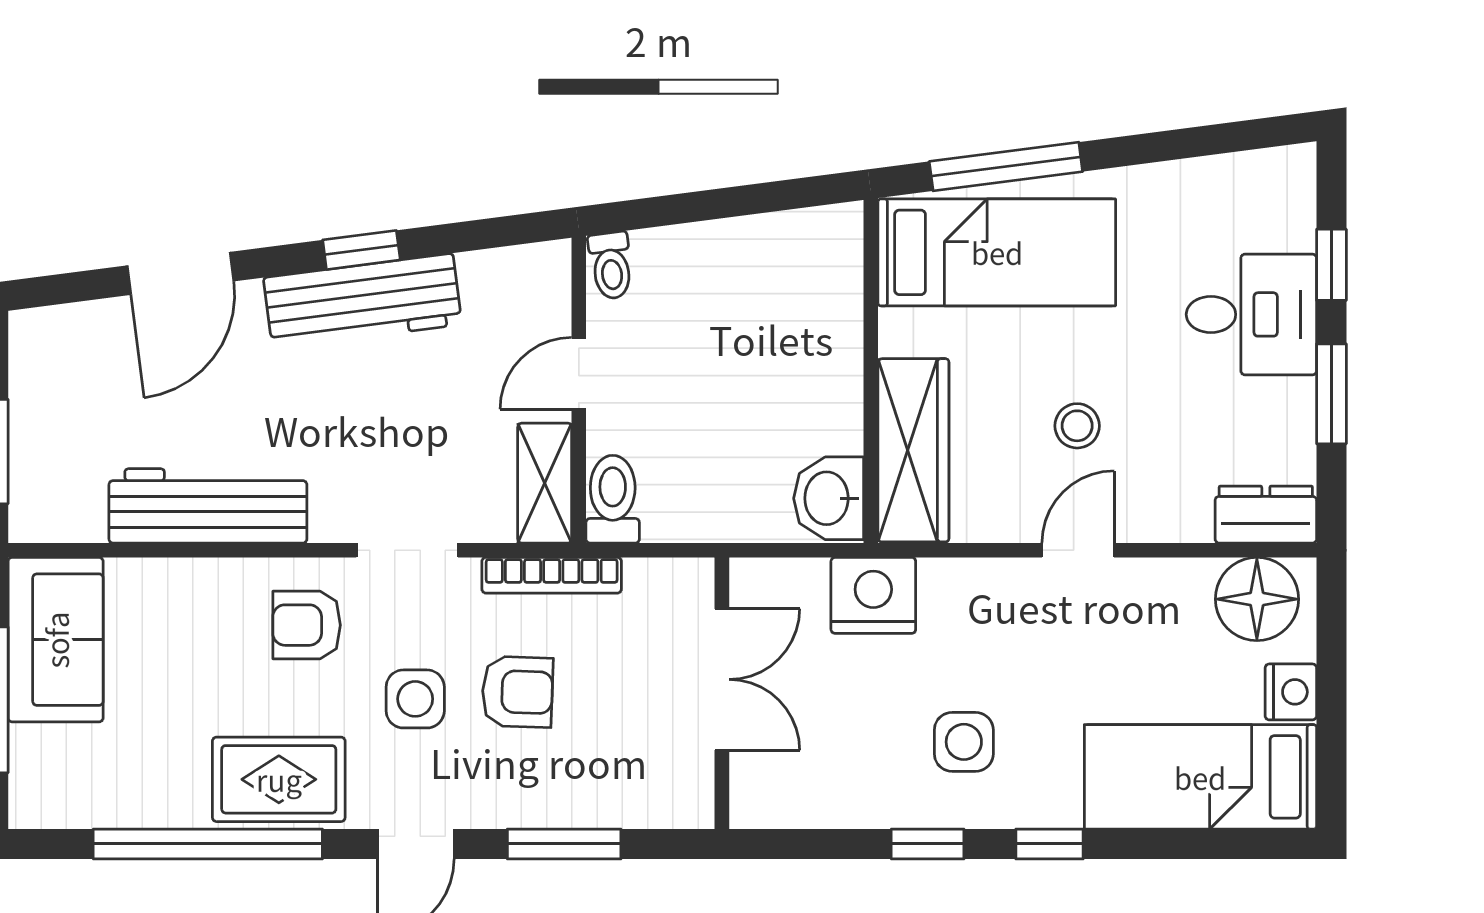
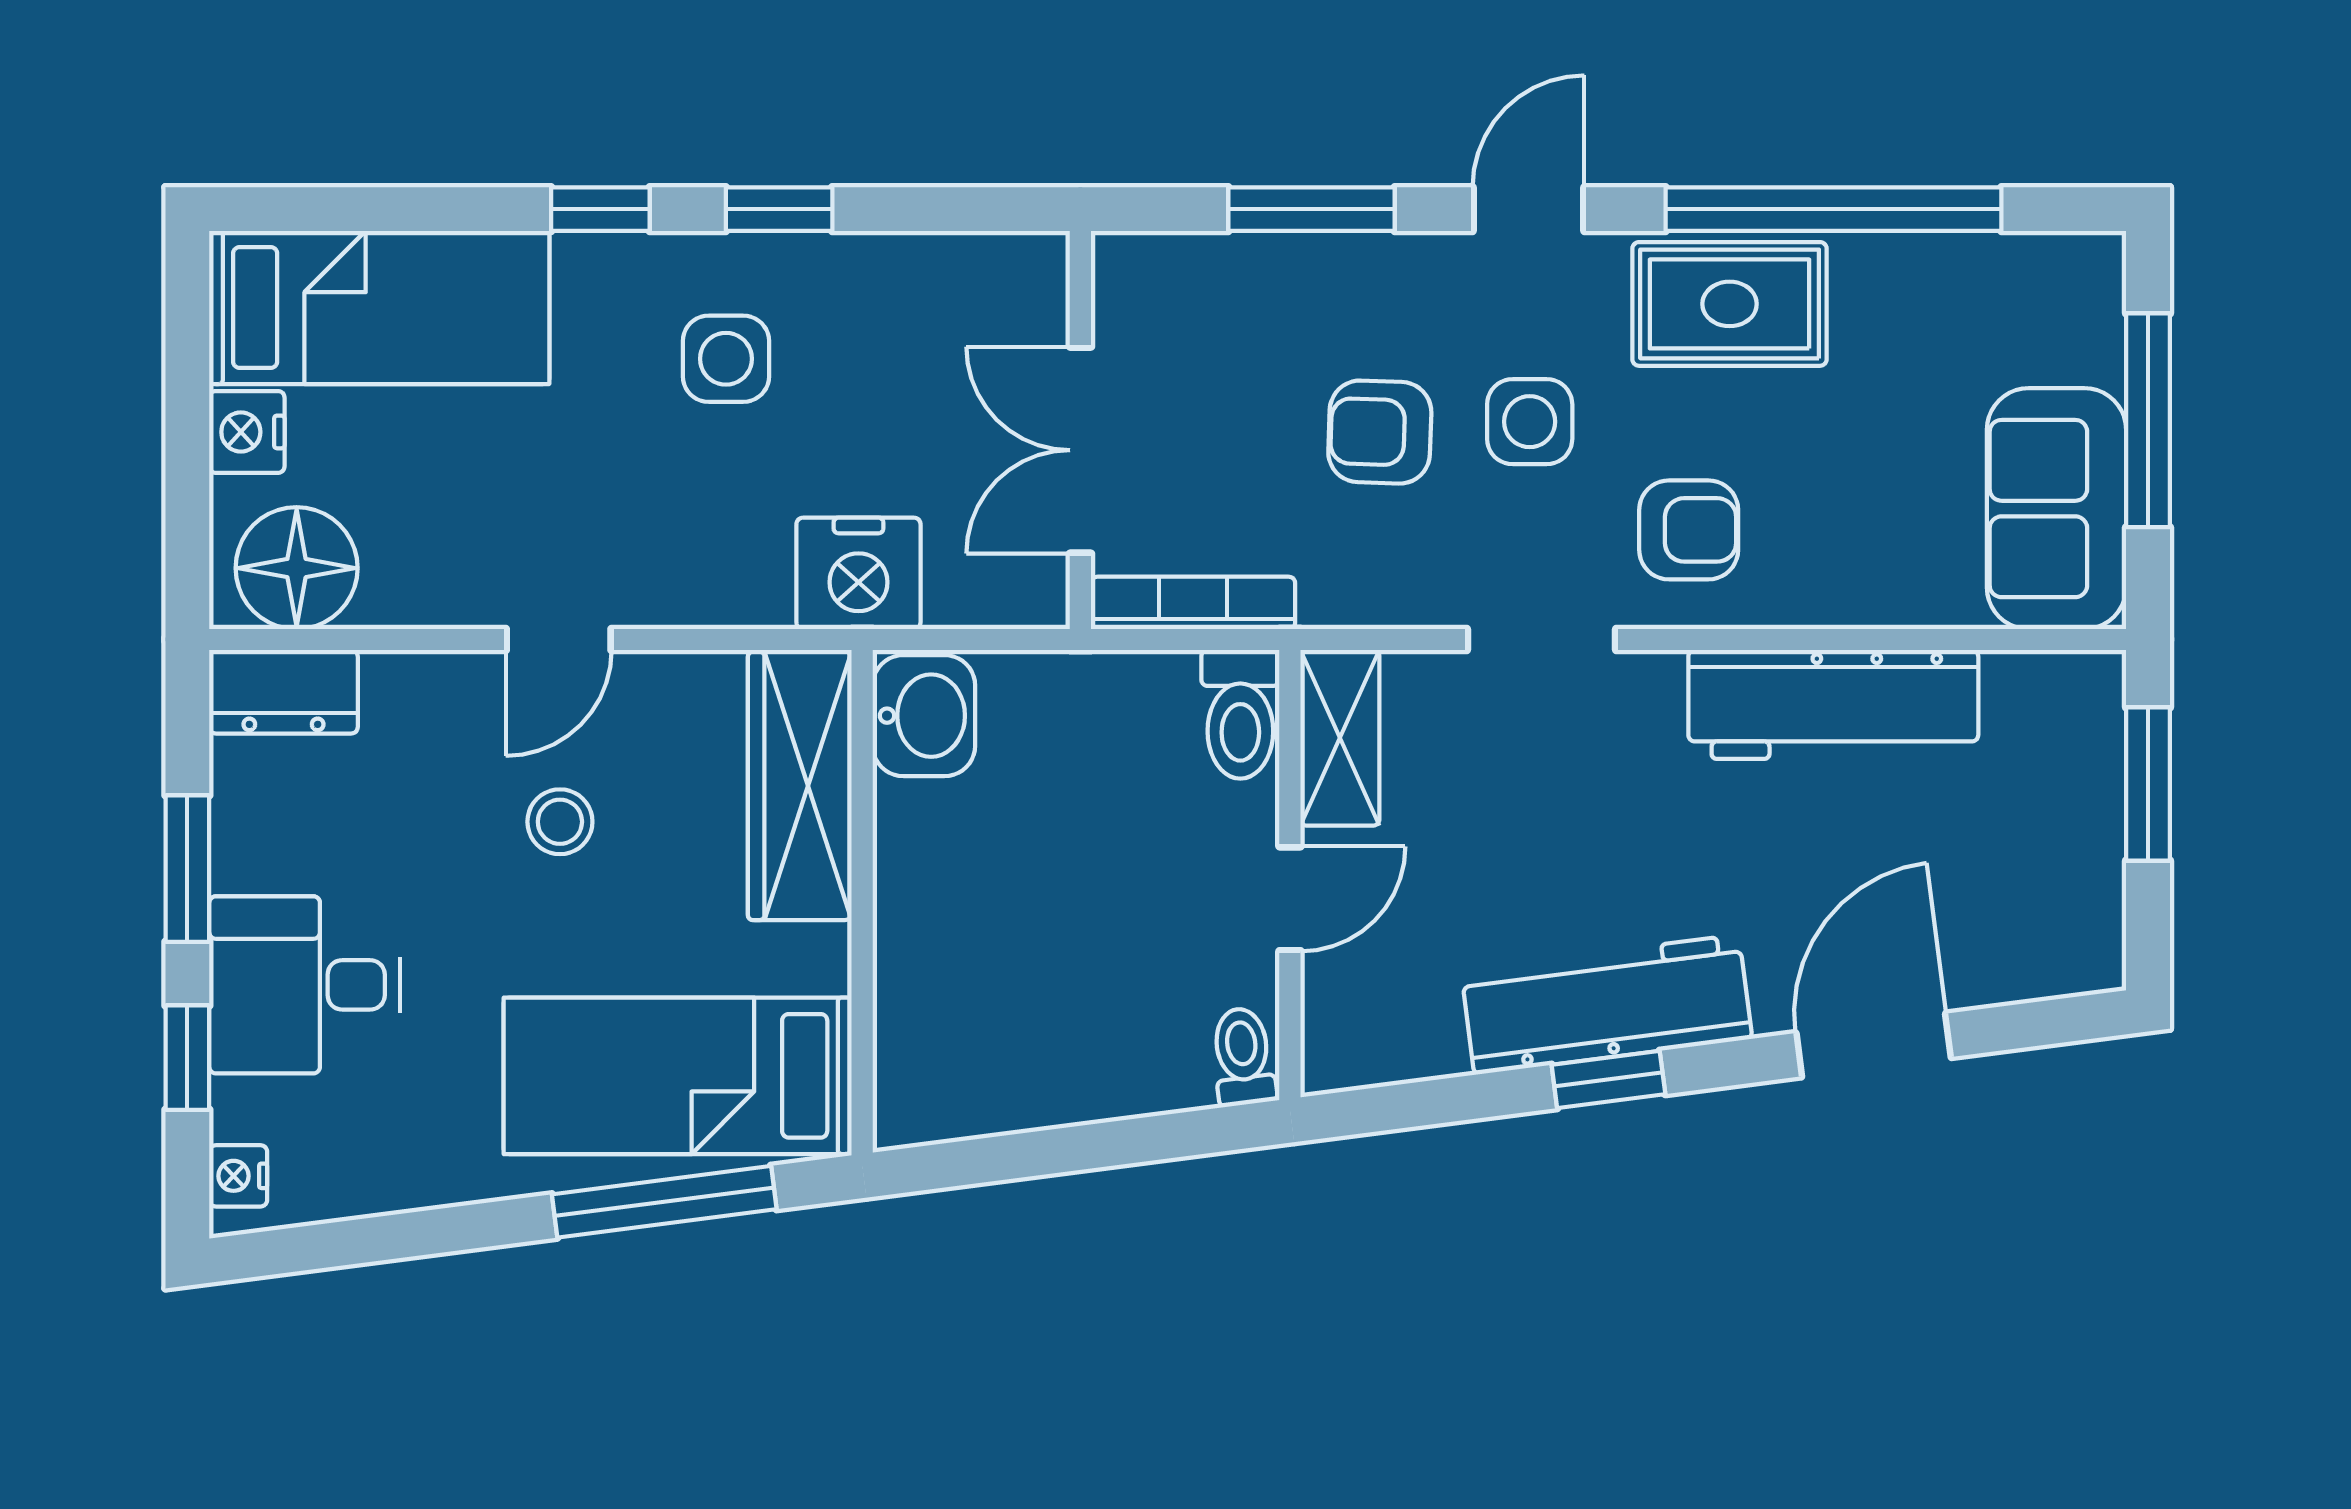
nightstand: (1297, 184) -> (238, 1176), added
bookcase: (552, 575) -> (1193, 603), moved

